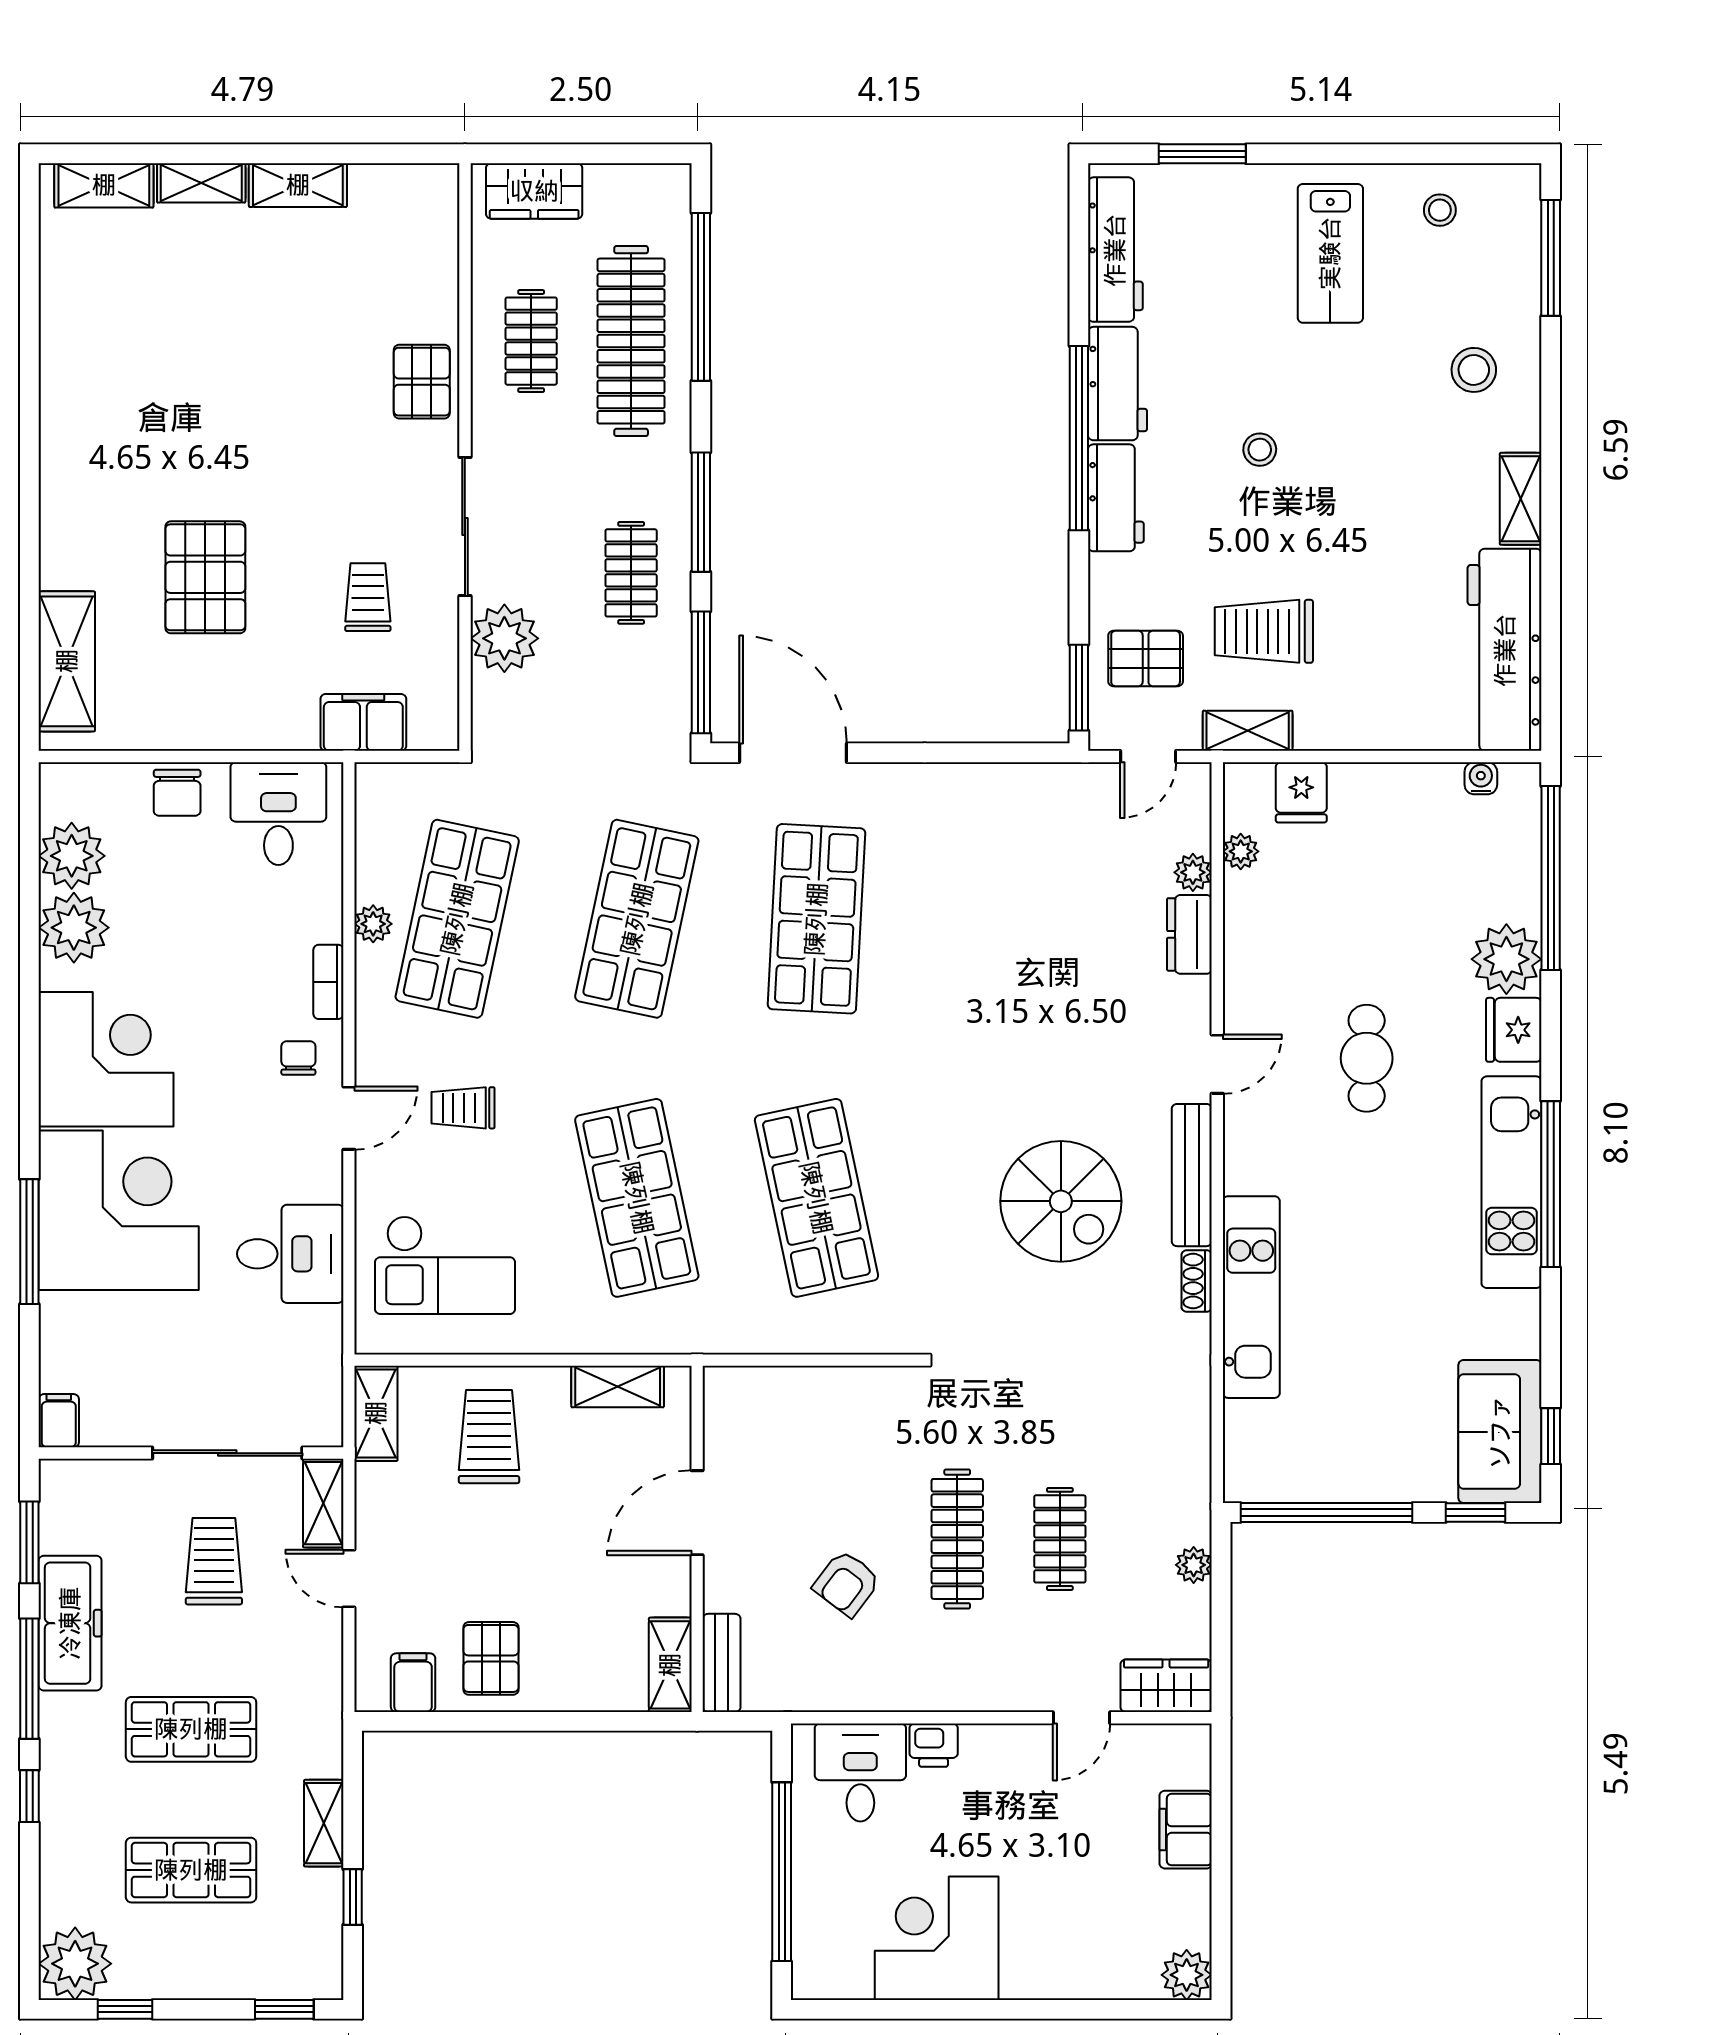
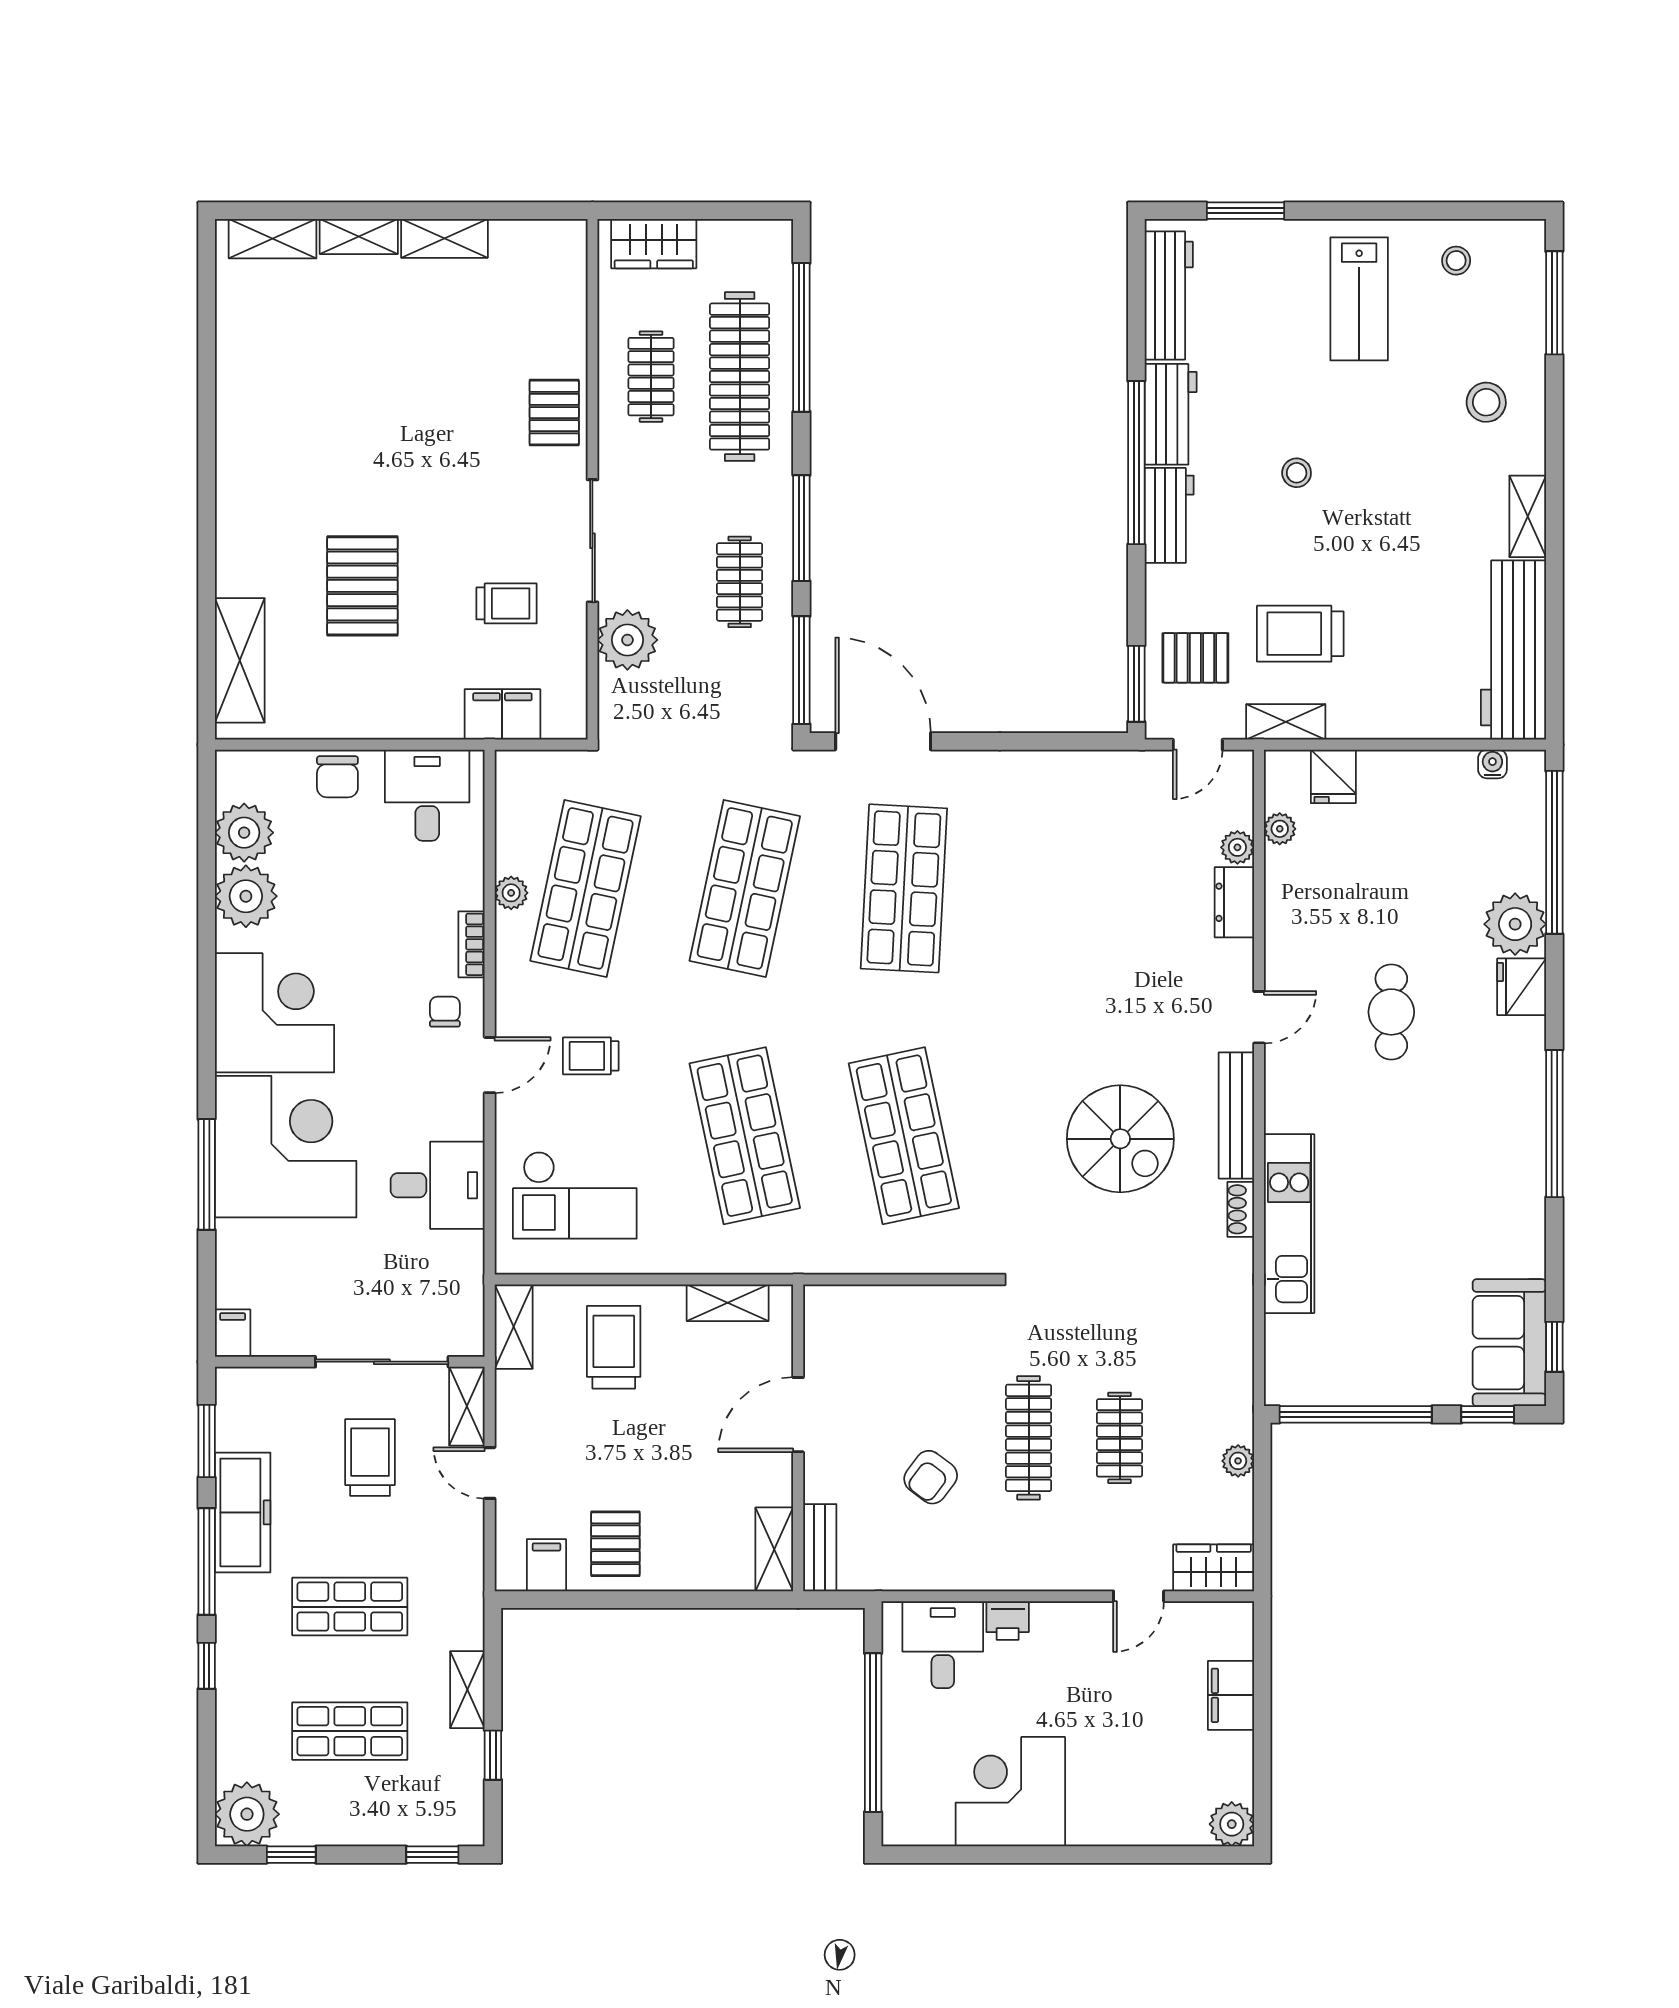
trolley: (368, 597) -> (506, 603), turned 90
kitchen unit: (1512, 1182) -> (1520, 1122), removed

